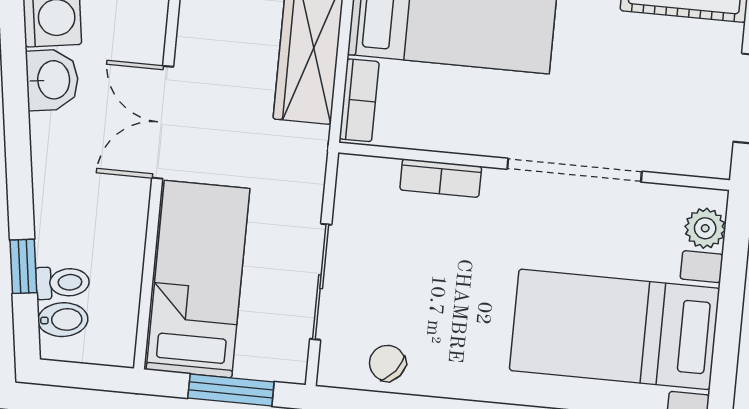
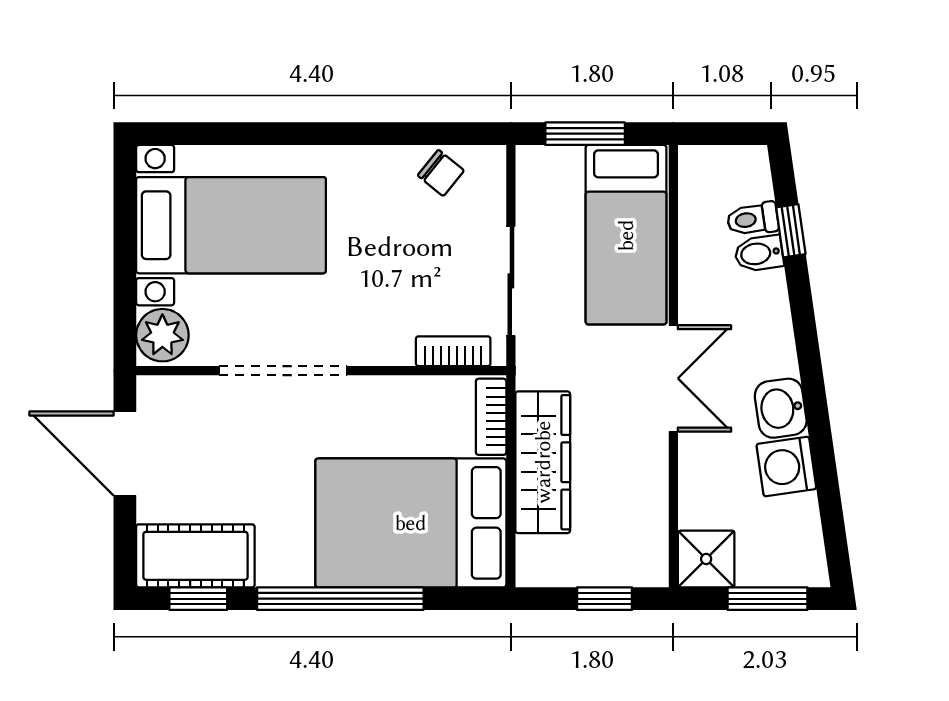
bookcase: (441, 178) -> (453, 351), moved
plant: (705, 228) -> (162, 335), width x1.38, depth x1.38
sliding door: (321, 282) -> (511, 281), moved
bidet: (63, 320) -> (759, 253), moved

